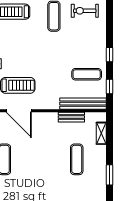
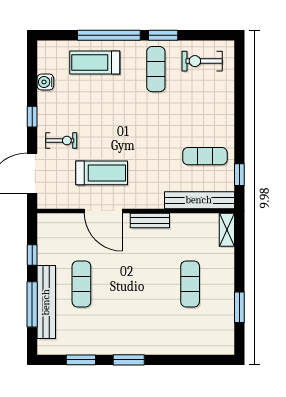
window: (110, 55) -> (239, 127), removed
bench: (71, 117) -> (150, 220), moved
shelving: (101, 133) -> (227, 230), moved

